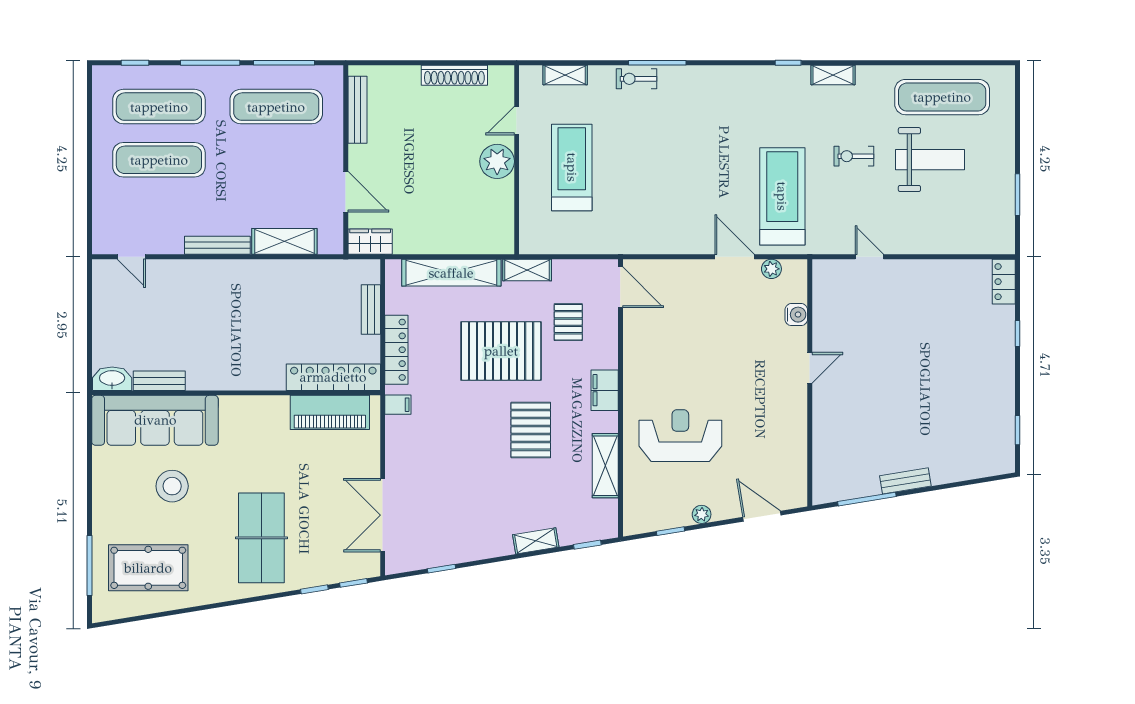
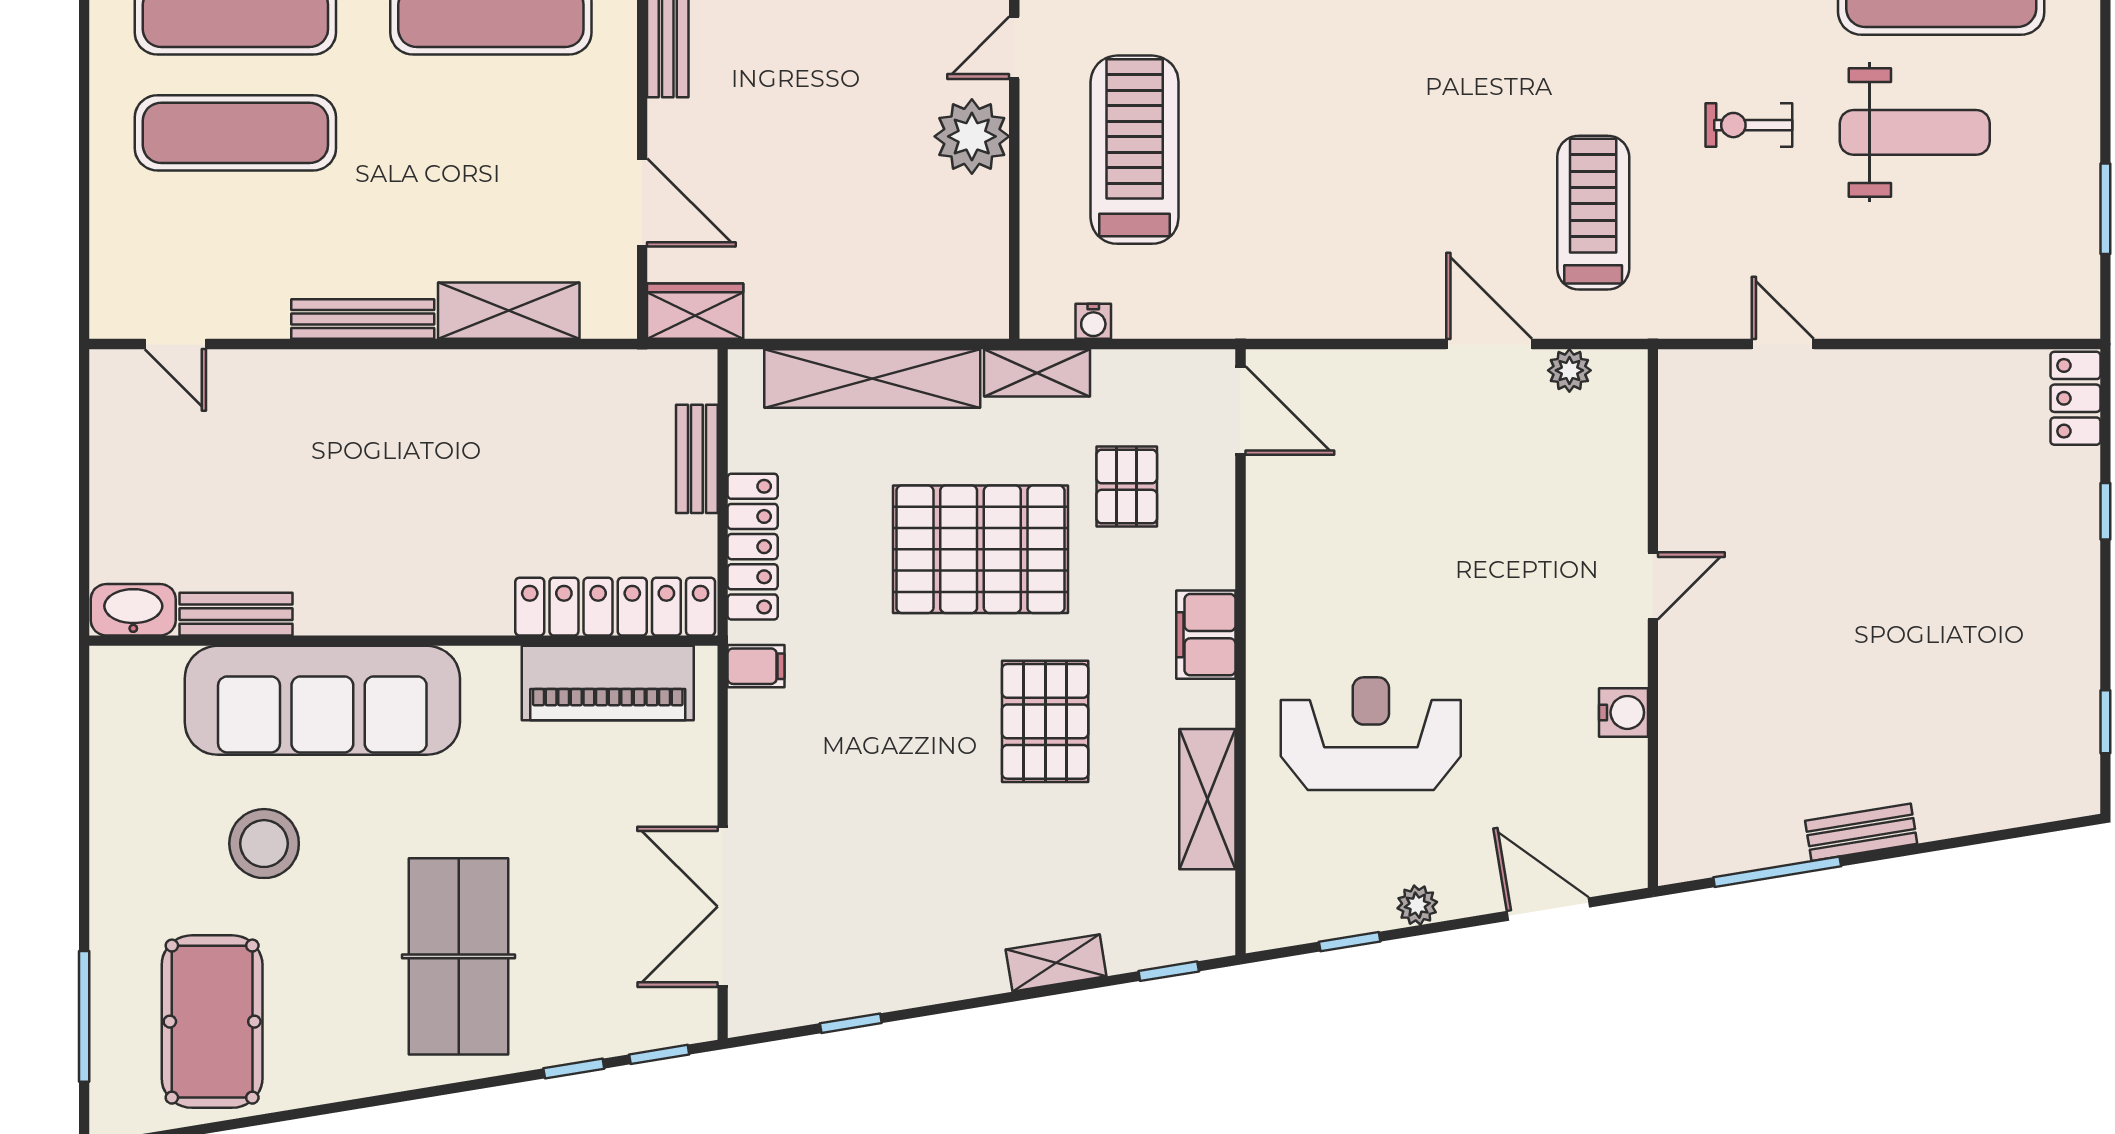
treadmill: (782, 196) -> (1593, 213), width x0.73, depth x0.73
water cooler: (553, 246) -> (1093, 321), added
water cooler: (796, 315) -> (1623, 712), moved
sofa: (155, 420) -> (322, 700), moved
pool table: (148, 568) -> (212, 1022), turned 90

